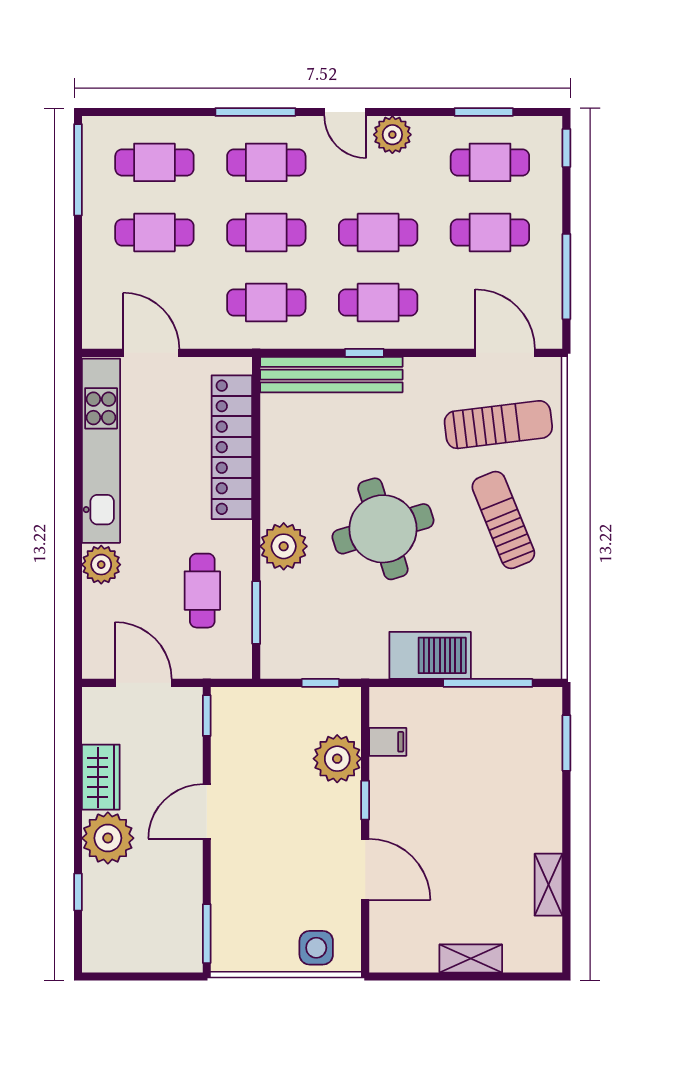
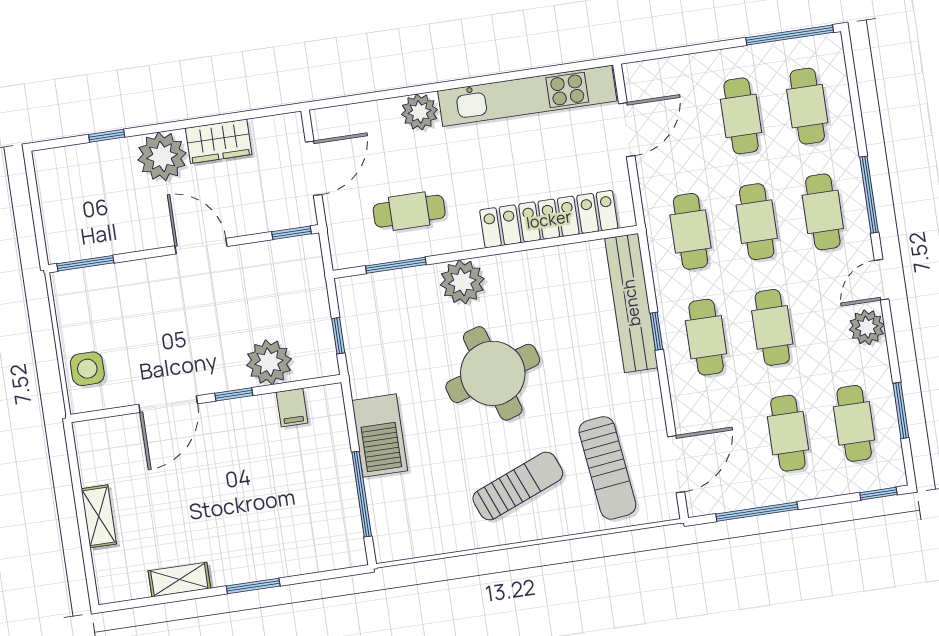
window: (566, 743) -> (253, 586), moved

